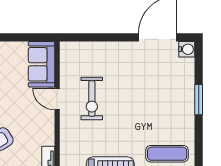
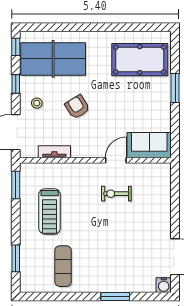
exercise bike: (92, 98) -> (116, 194), width x0.73, depth x0.72

